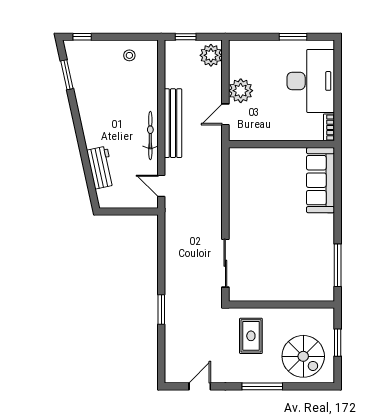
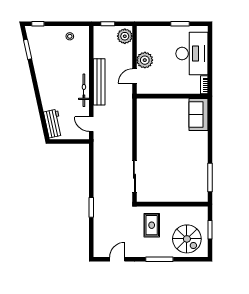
workbench: (101, 168) -> (53, 124), moved
sofa: (320, 180) -> (198, 115), width x0.73

